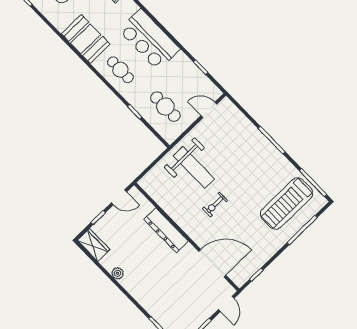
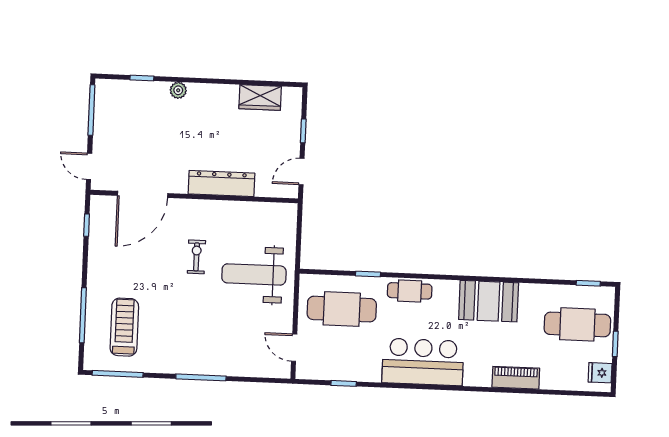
cafe table: (120, 70) -> (410, 291), moved
cafe table: (165, 107) -> (342, 309), width x1.37, depth x1.35
door: (209, 110) -> (294, 348), swing flipped
treadmill: (287, 204) -> (124, 327), width x0.73, depth x0.73
wardrobe: (94, 245) -> (260, 97), moved
plant: (117, 273) -> (178, 90), moved

